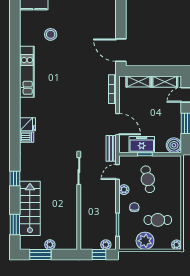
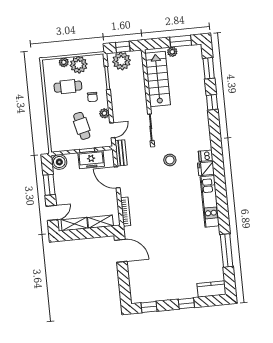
stool: (51, 34) -> (170, 160), moved
window: (15, 40) -> (227, 250), added
kitchen unit: (27, 72) -> (210, 201), moved
window: (15, 179) -> (212, 102), moved
stairs: (30, 208) -> (158, 79), moved, turned 180
plant: (106, 245) -> (122, 61), width x1.88, depth x1.88
plant: (177, 245) -> (64, 62), moved

